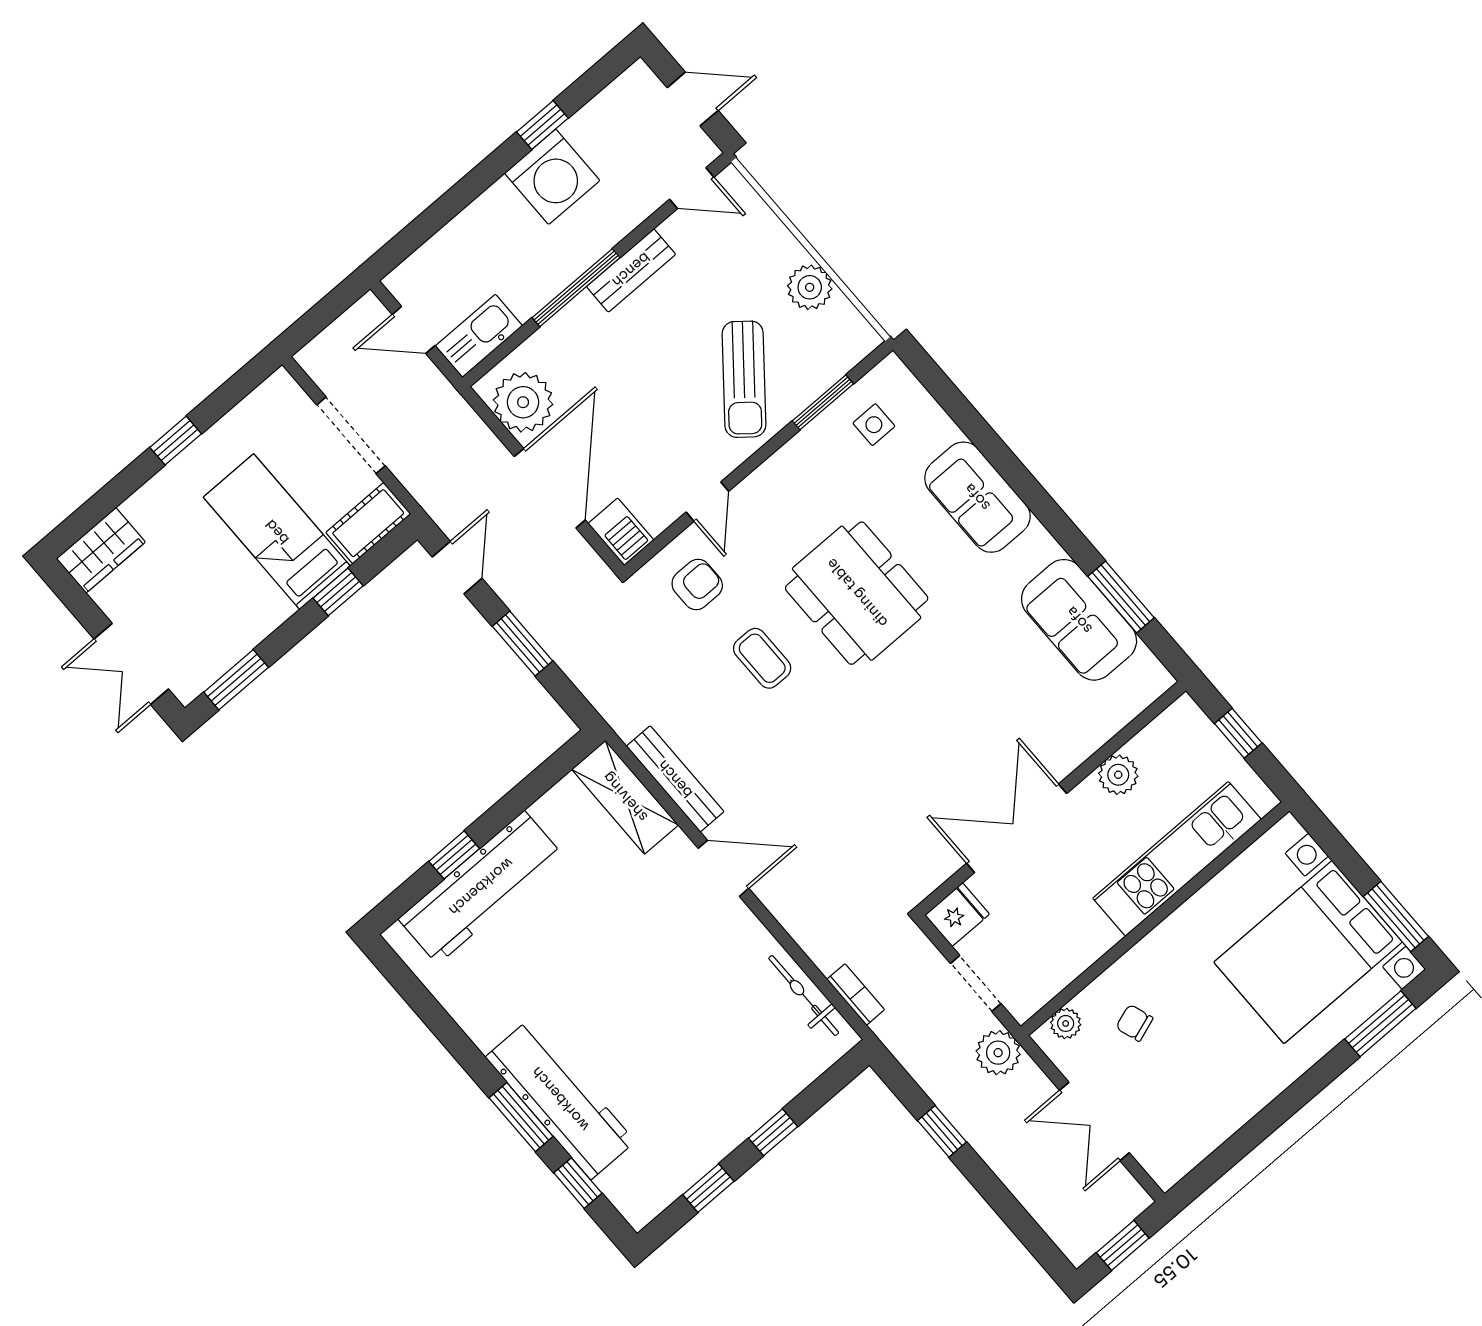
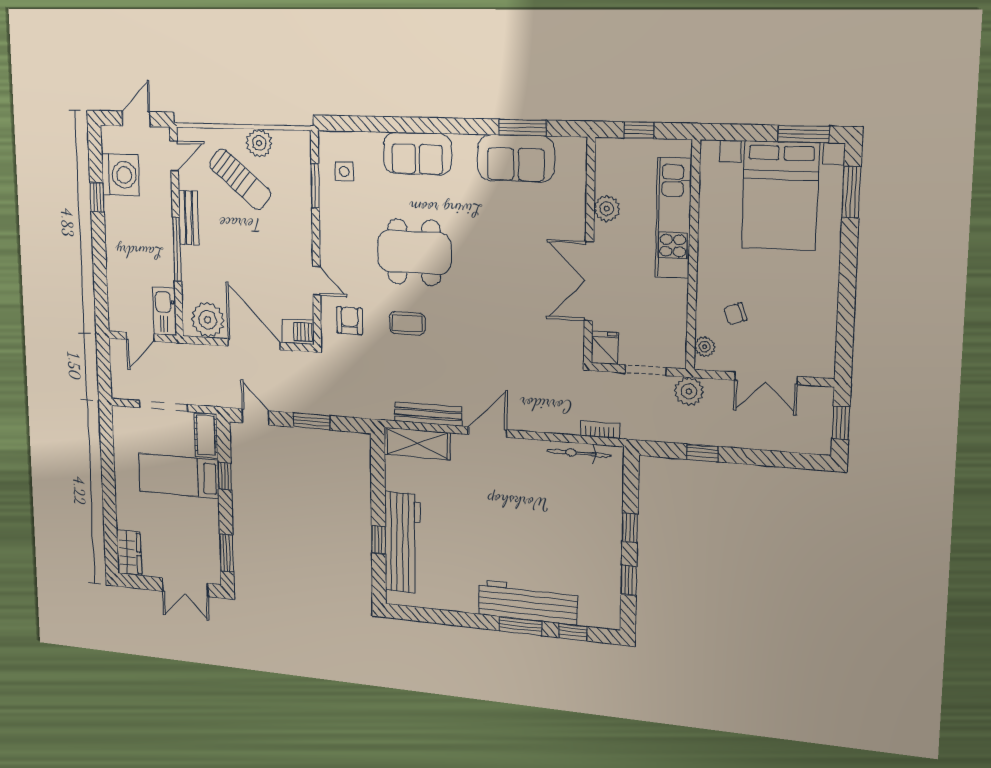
washing machine: (552, 177) -> (120, 175), moved
sun lounger: (744, 379) -> (240, 179), moved
window: (176, 441) -> (108, 479), removed

